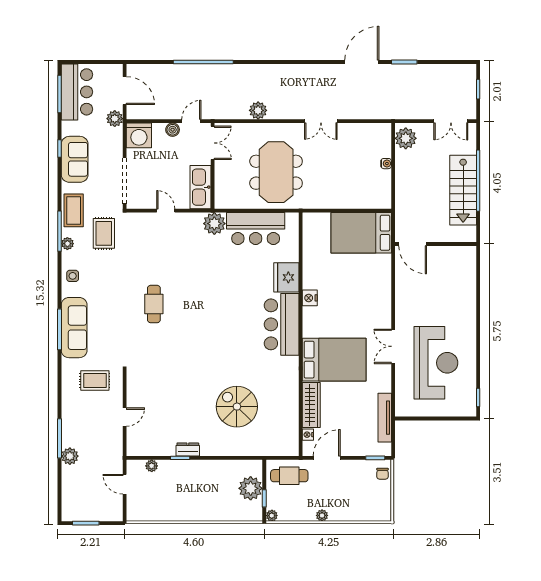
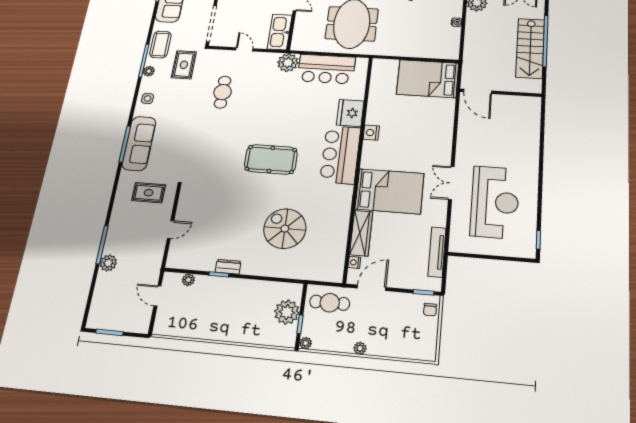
cafe table: (154, 304) -> (223, 92), moved
pool table: (213, 335) -> (271, 159), added

